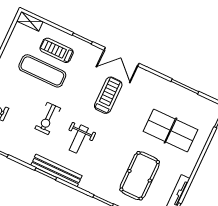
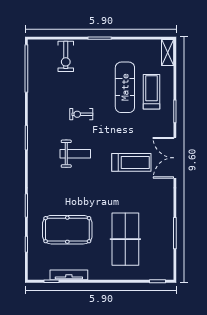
exercise bike: (48, 118) -> (81, 114), width x0.73, depth x0.72
weight bench: (79, 139) -> (75, 154), turned 180
bench: (56, 171) -> (34, 146), removed

